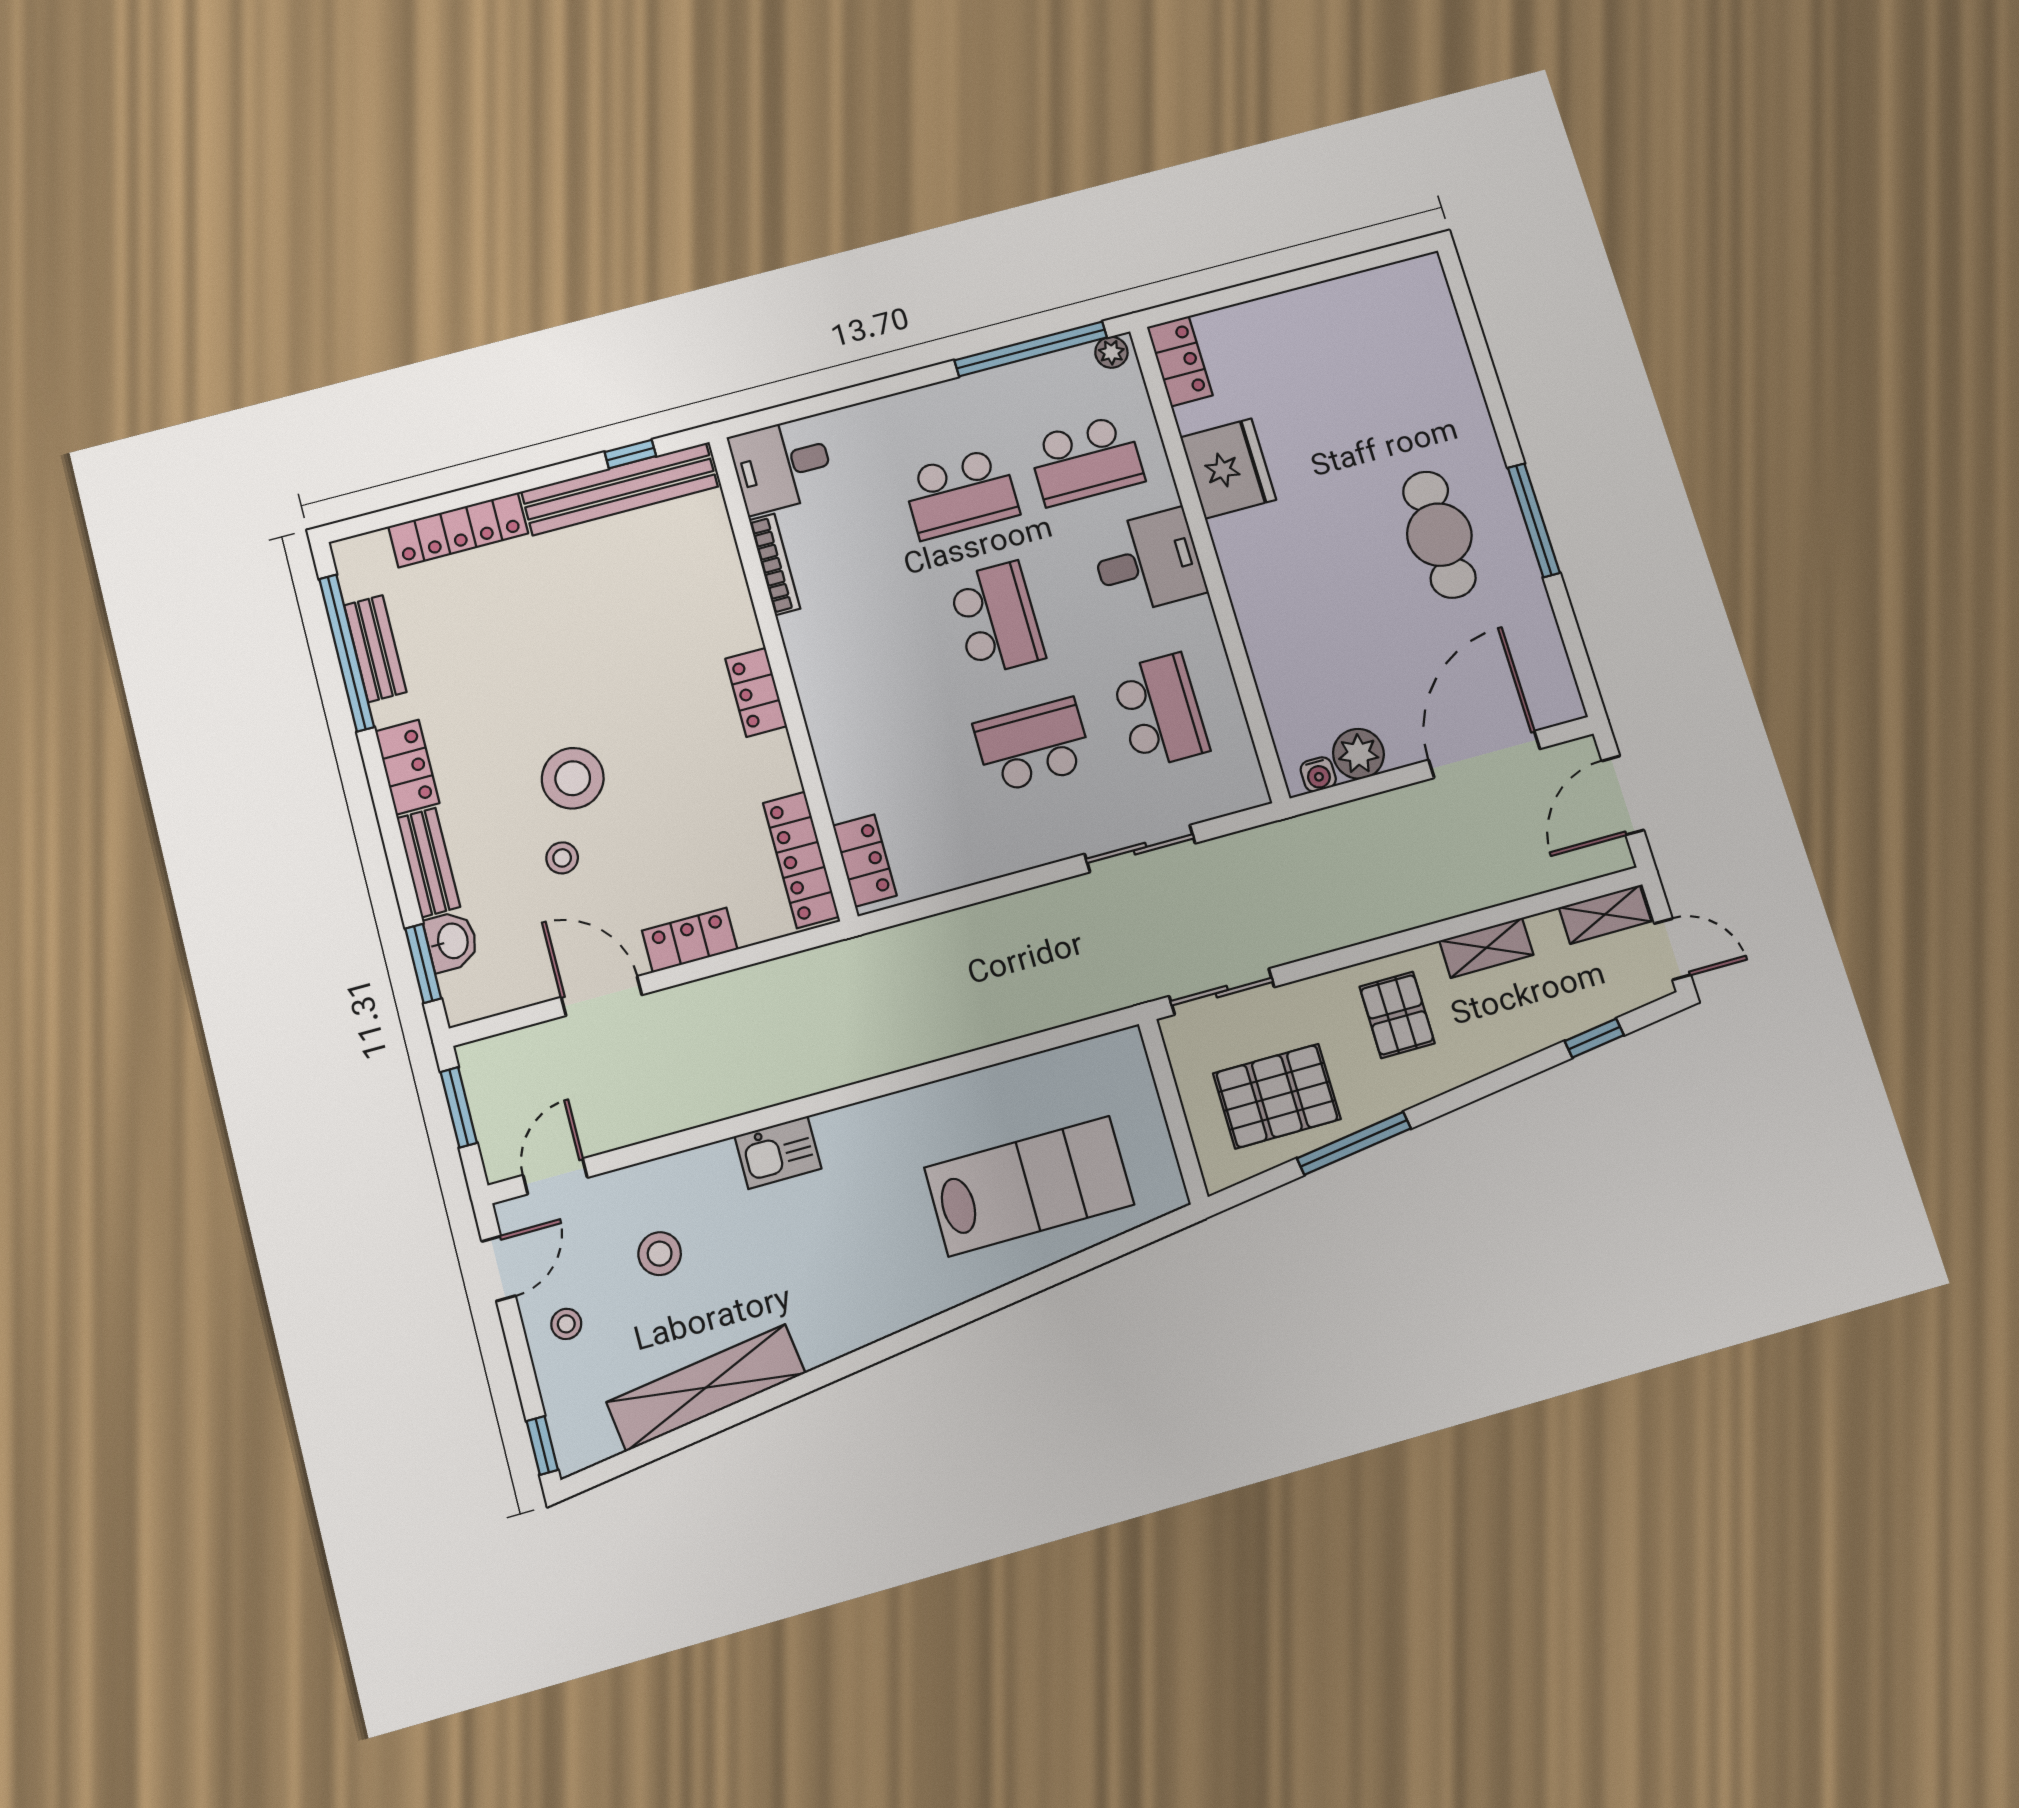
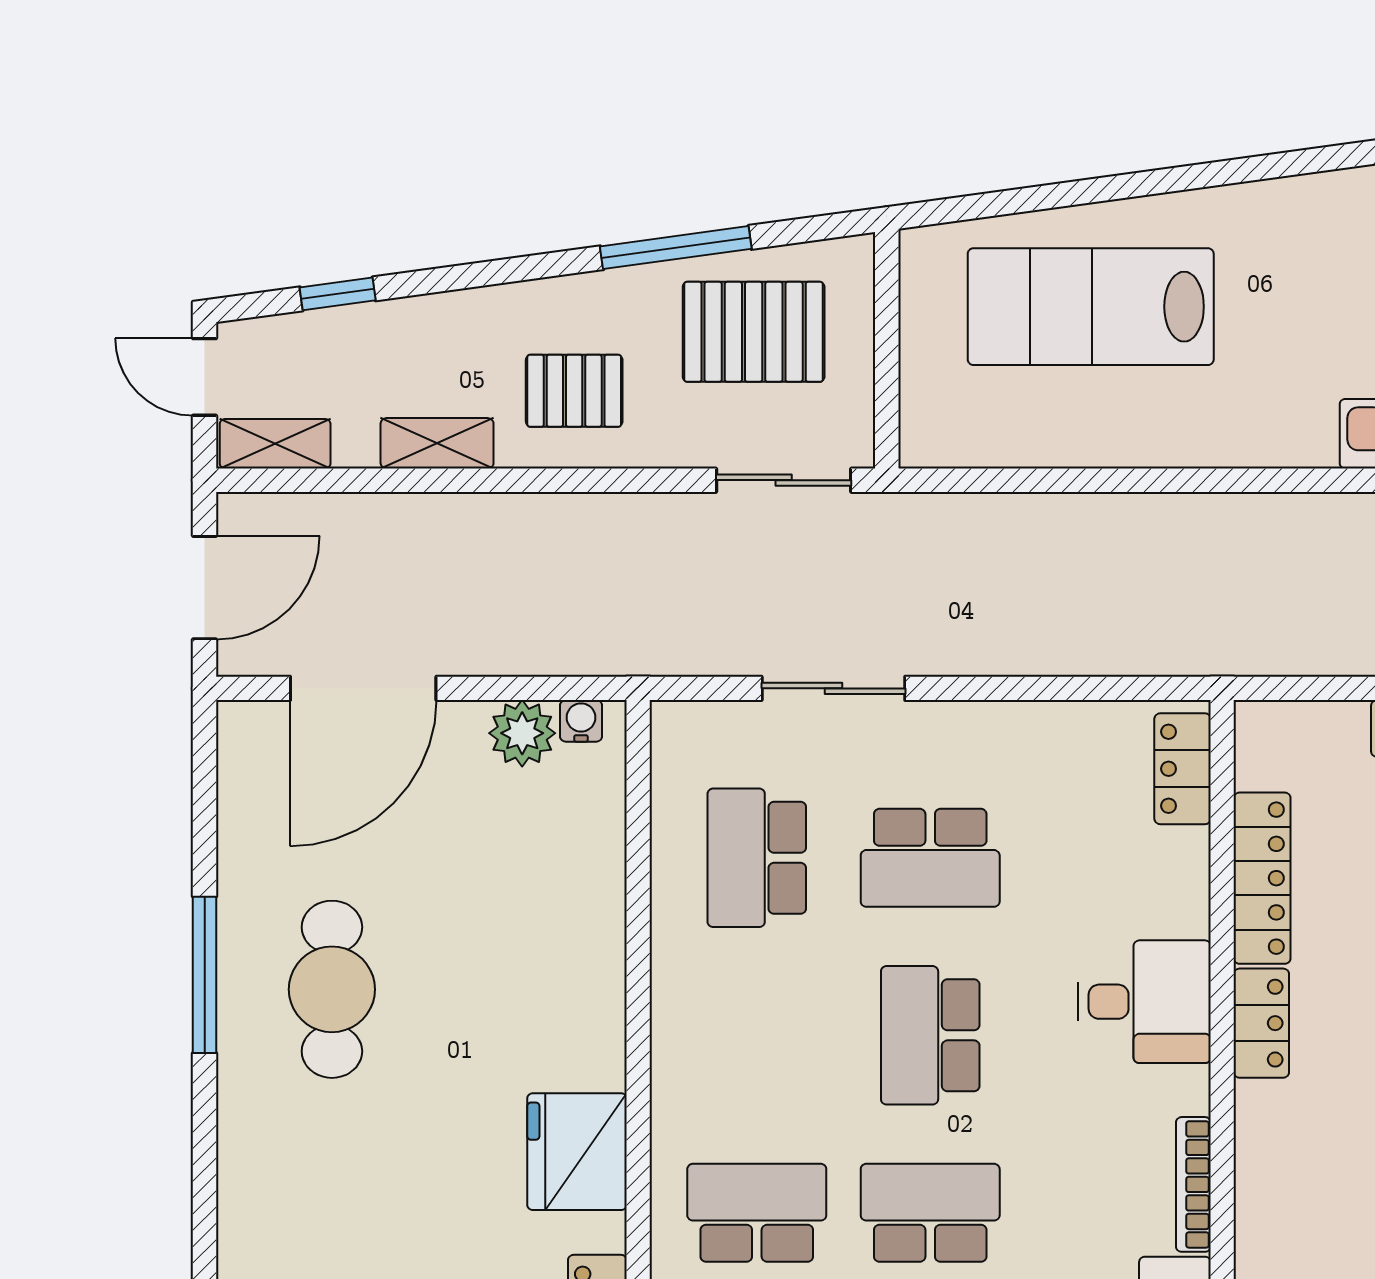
desk: (1148, 562) -> (1144, 1002), moved, turned 180
locker: (801, 860) -> (1262, 878), moved
pallet: (1397, 1015) -> (574, 391), turned 90

